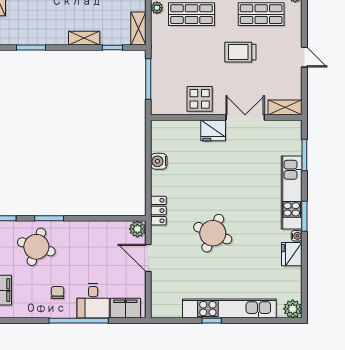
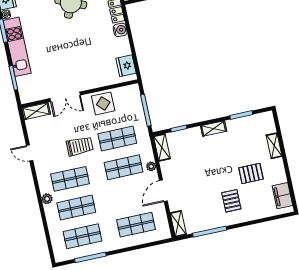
shelving: (84, 38) -> (214, 129), moved
shop shelf: (191, 52) -> (117, 138), added
fridge: (213, 130) -> (126, 66), moved, turned -90
water cooler: (159, 161) -> (120, 30), moved

